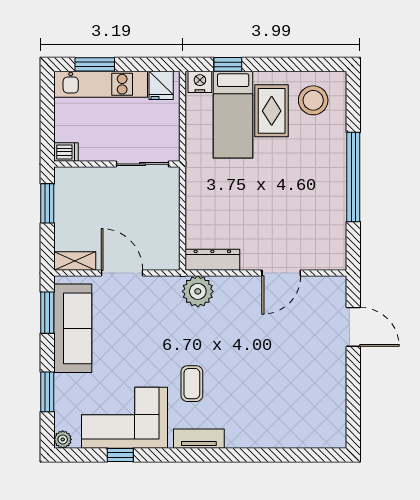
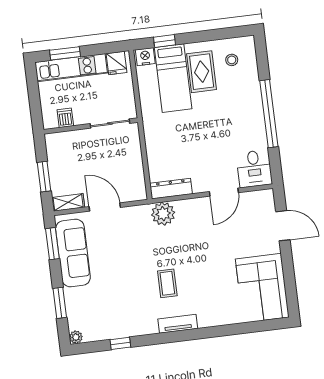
stool: (313, 100) -> (232, 60), width x0.53, depth x0.53
dishwasher: (66, 152) -> (65, 118), moved, turned -90
window: (47, 203) -> (44, 177), moved
desk: (325, 247) -> (254, 169), added
corner sofa: (125, 418) -> (262, 288), moved, turned -90

